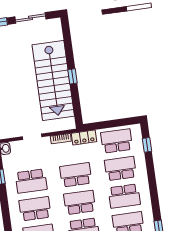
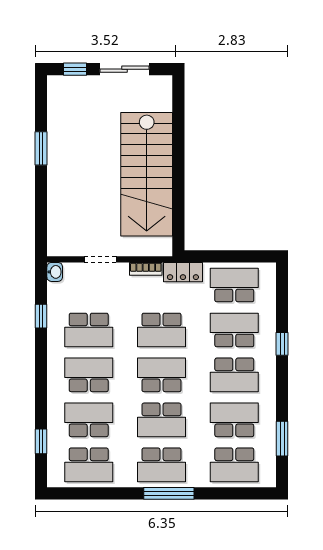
window: (73, 76) -> (178, 172), removed
window: (147, 145) -> (282, 344), moved
school desk: (76, 175) -> (162, 330), turned 180

